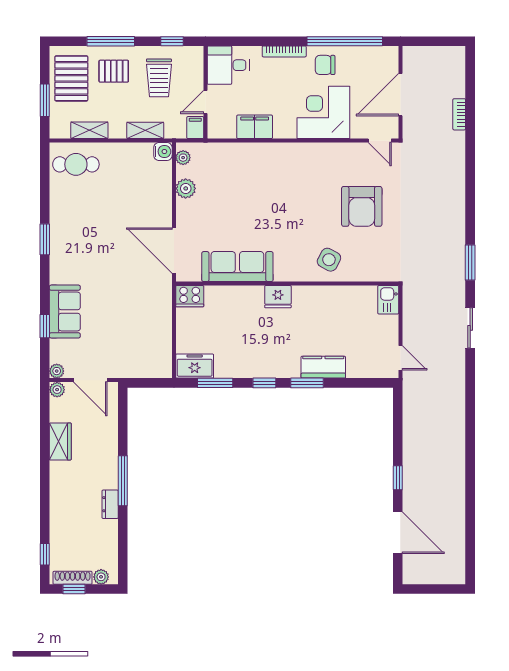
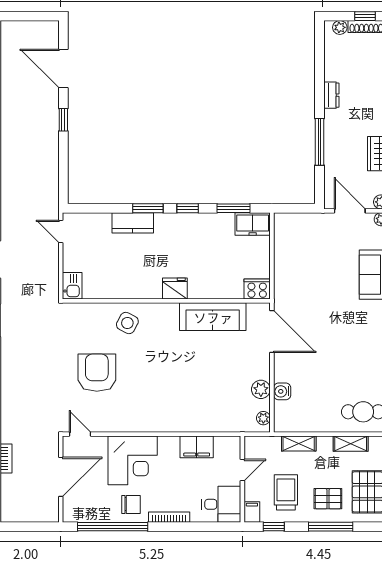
filing cabinet: (195, 128) -> (252, 512), moved, turned 180
water cooler: (163, 151) -> (282, 391), moved
window: (123, 481) -> (319, 142), moved

